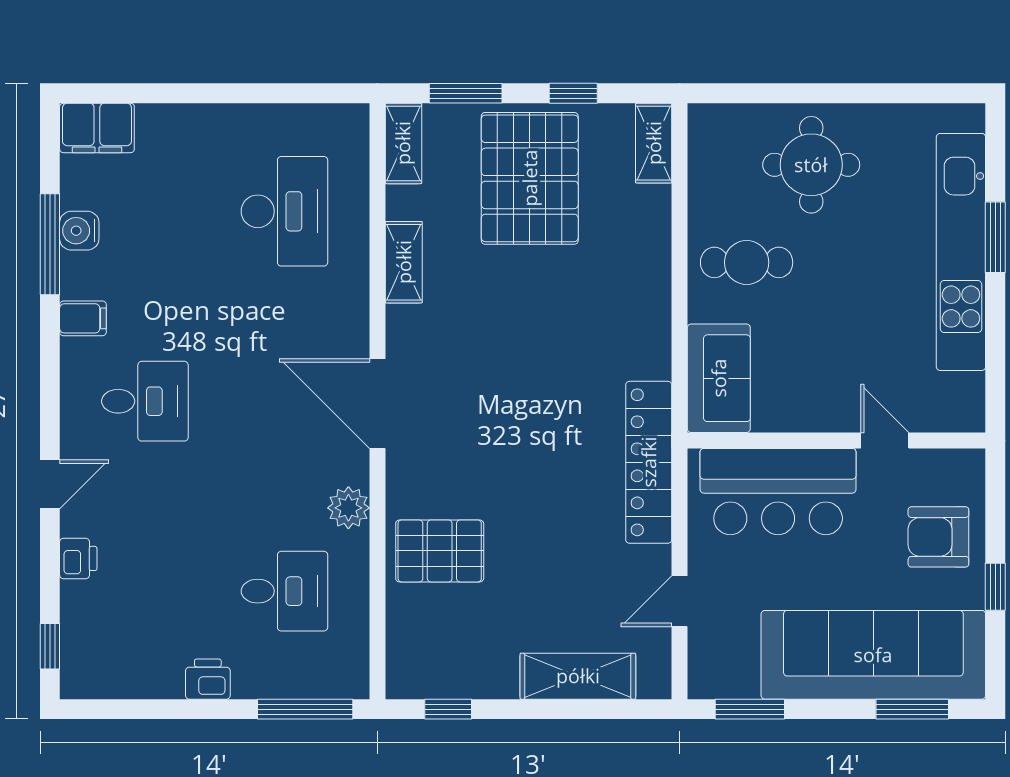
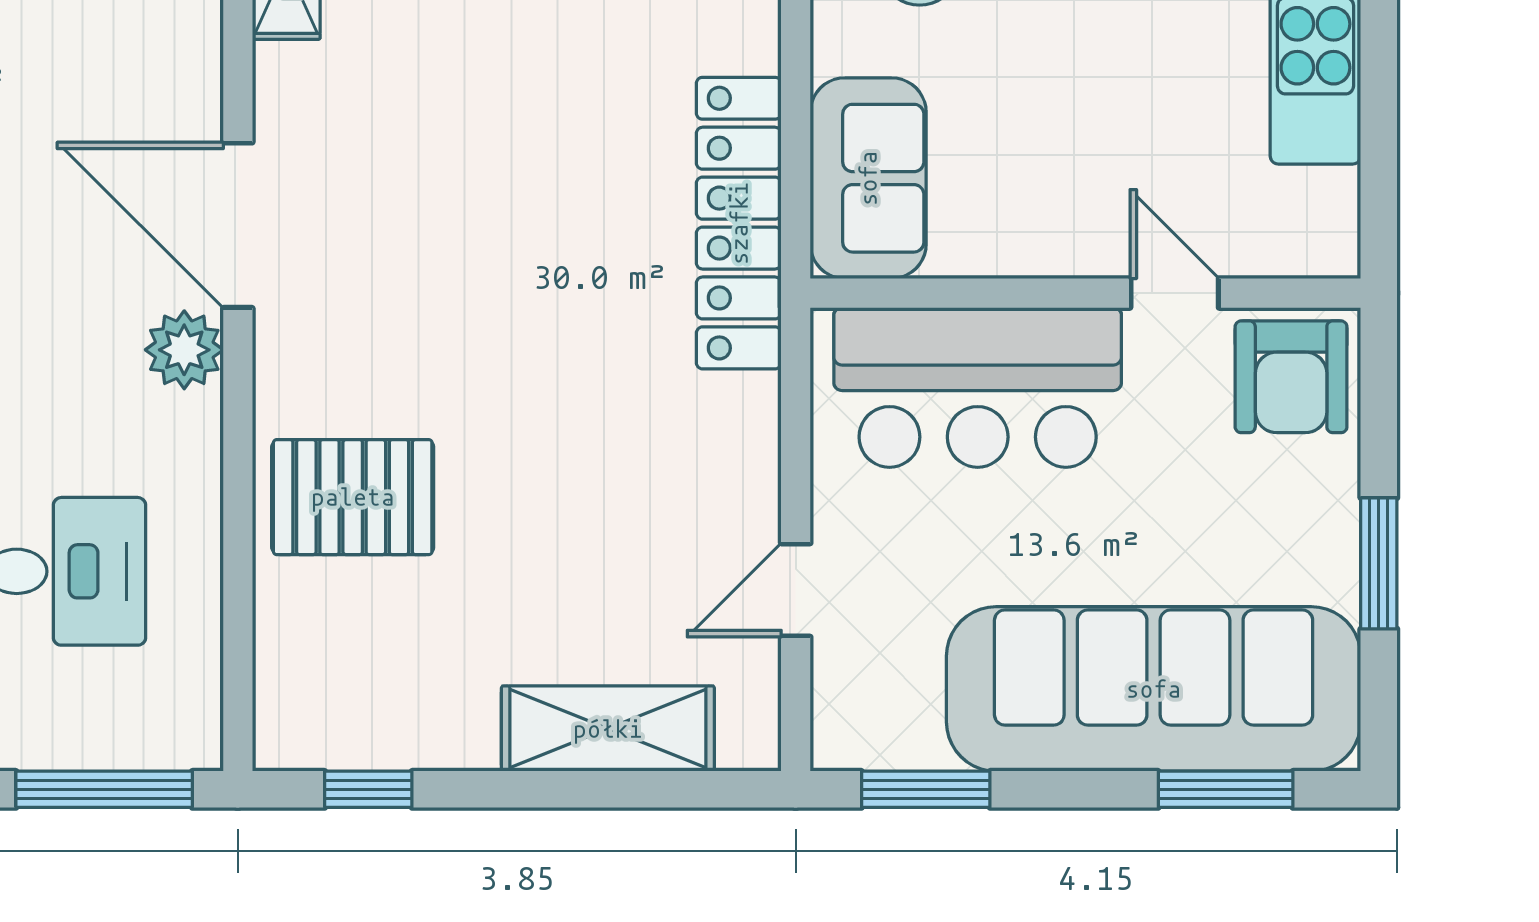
locker: (649, 462) -> (739, 223), moved
plant: (348, 508) -> (184, 350), moved
armchair: (938, 537) -> (1291, 377), moved, turned -90
window: (995, 587) -> (1379, 563), width x1.50

